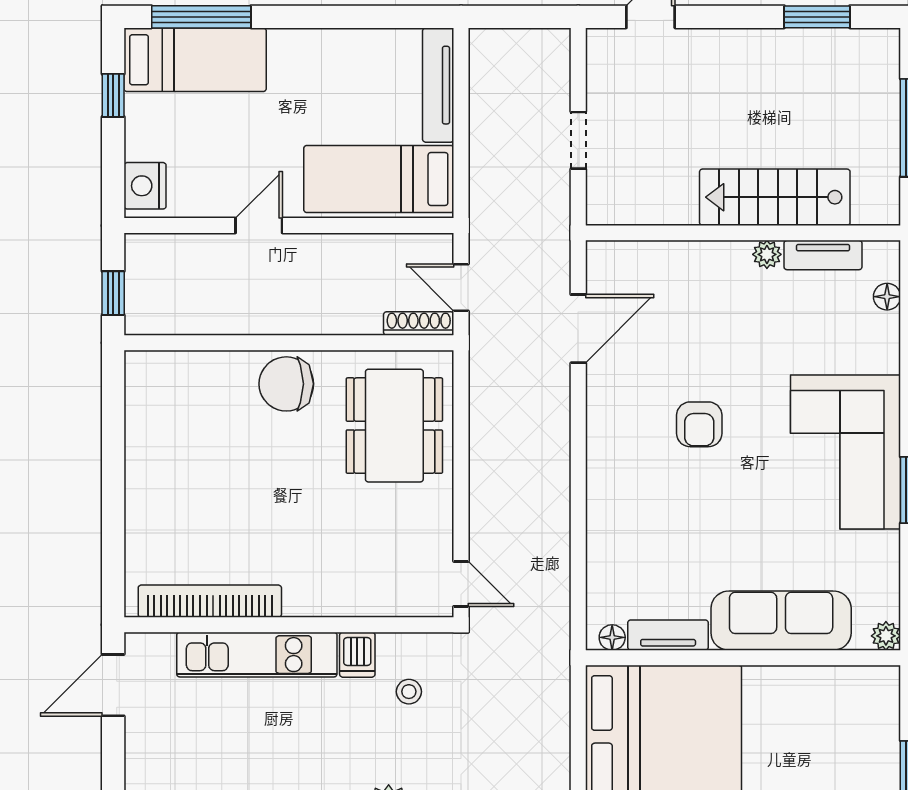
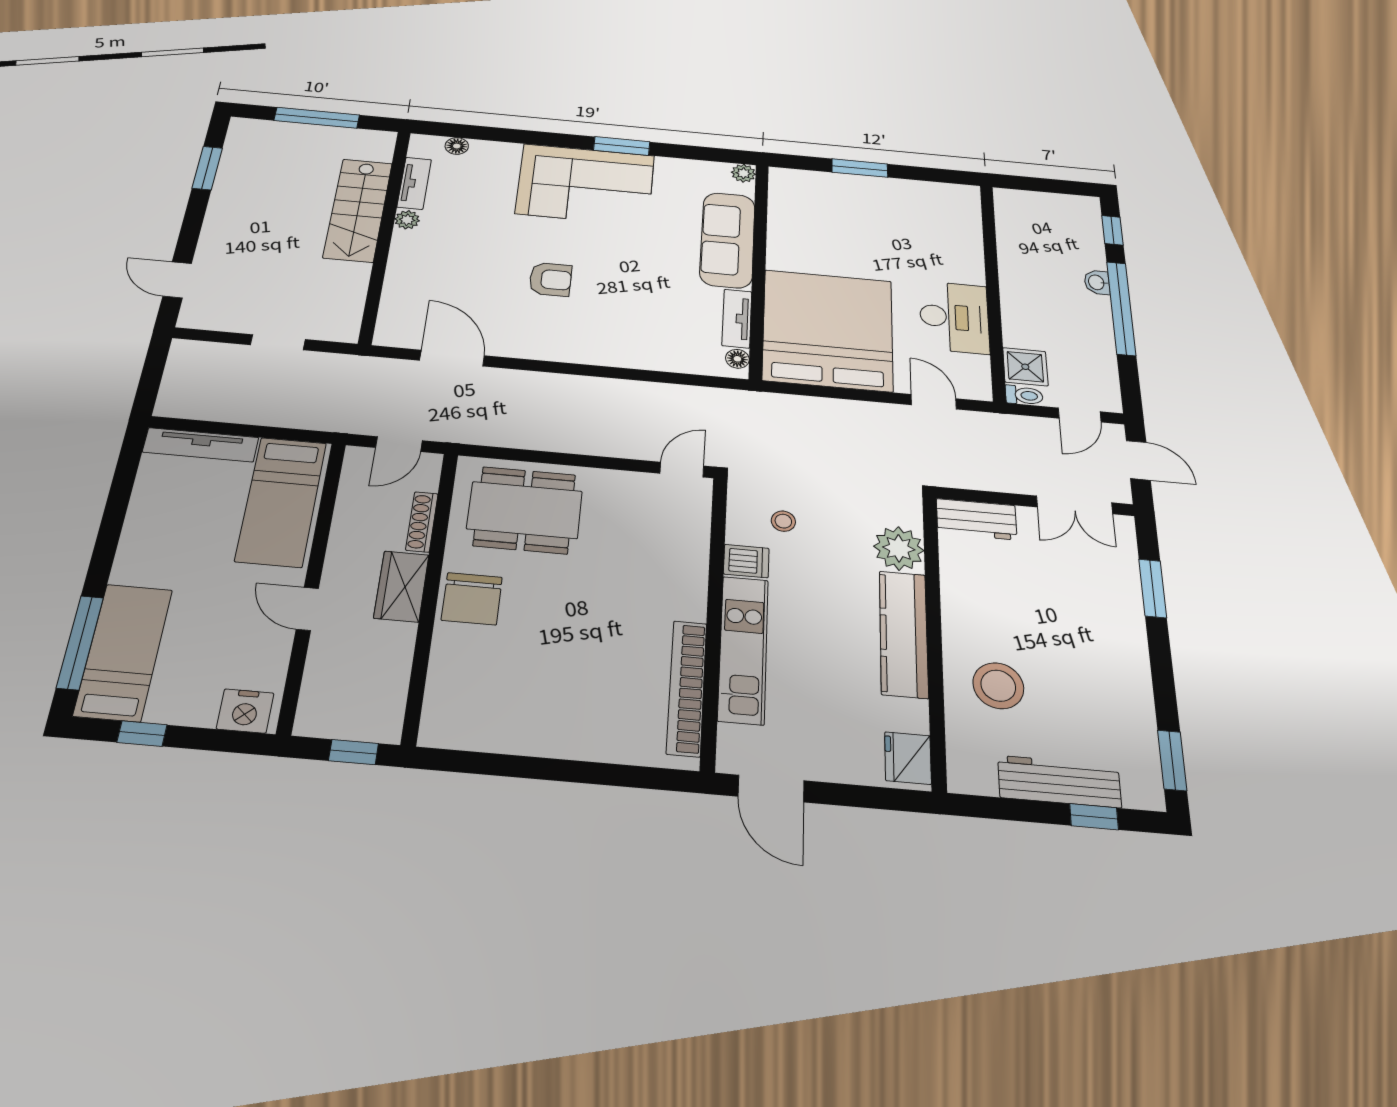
wardrobe: (293, 313) -> (401, 586), added
shoe rack: (419, 324) -> (422, 522), moved

